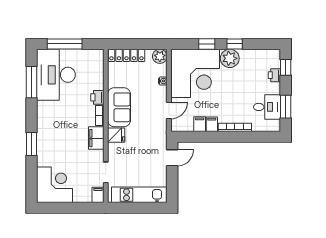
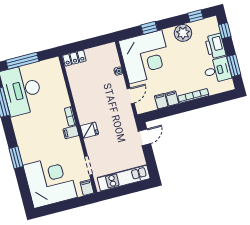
window: (235, 44) -> (196, 16), moved
locker: (126, 55) -> (74, 58), width x0.66
plant: (160, 56) -> (110, 50), removed
plant: (230, 58) -> (183, 33), moved
printer: (274, 75) -> (215, 46), width x1.87, depth x1.48
printer: (97, 97) -> (64, 101), removed
sofa: (119, 107) -> (85, 105), removed
filing cabinet: (96, 138) -> (71, 132), width x0.50
corner desk: (55, 185) -> (50, 181), width x1.36, depth x1.36

